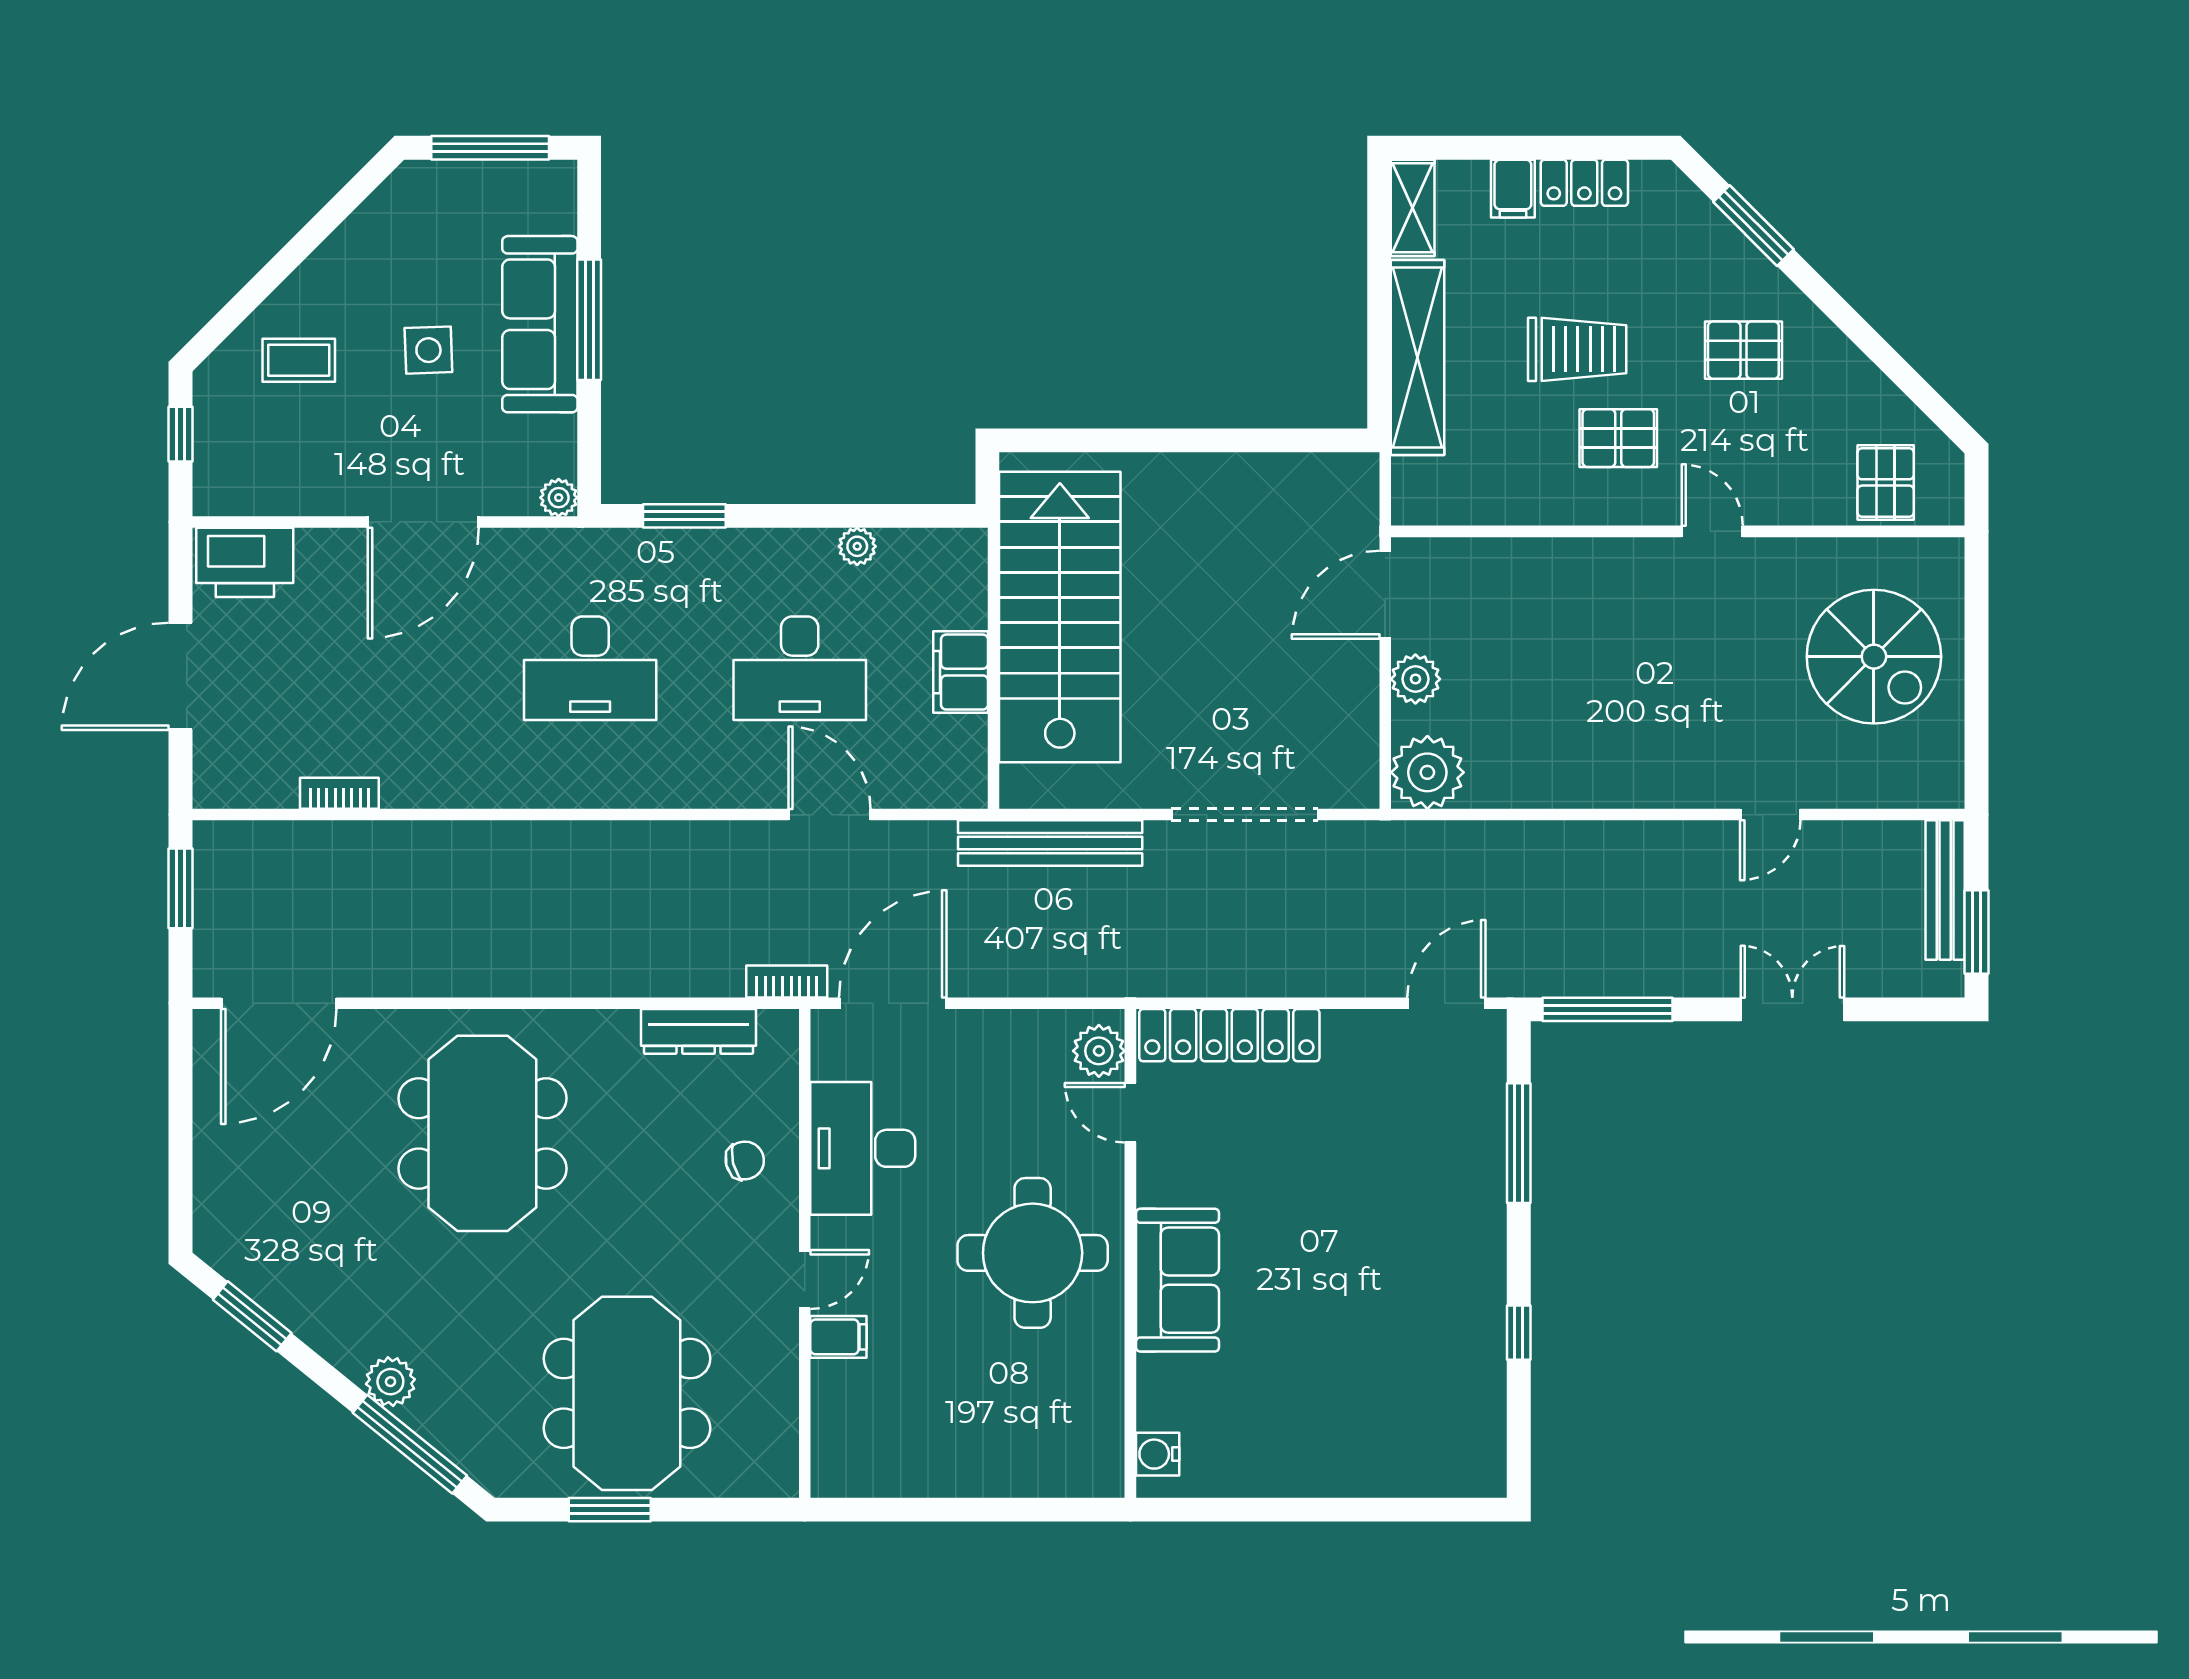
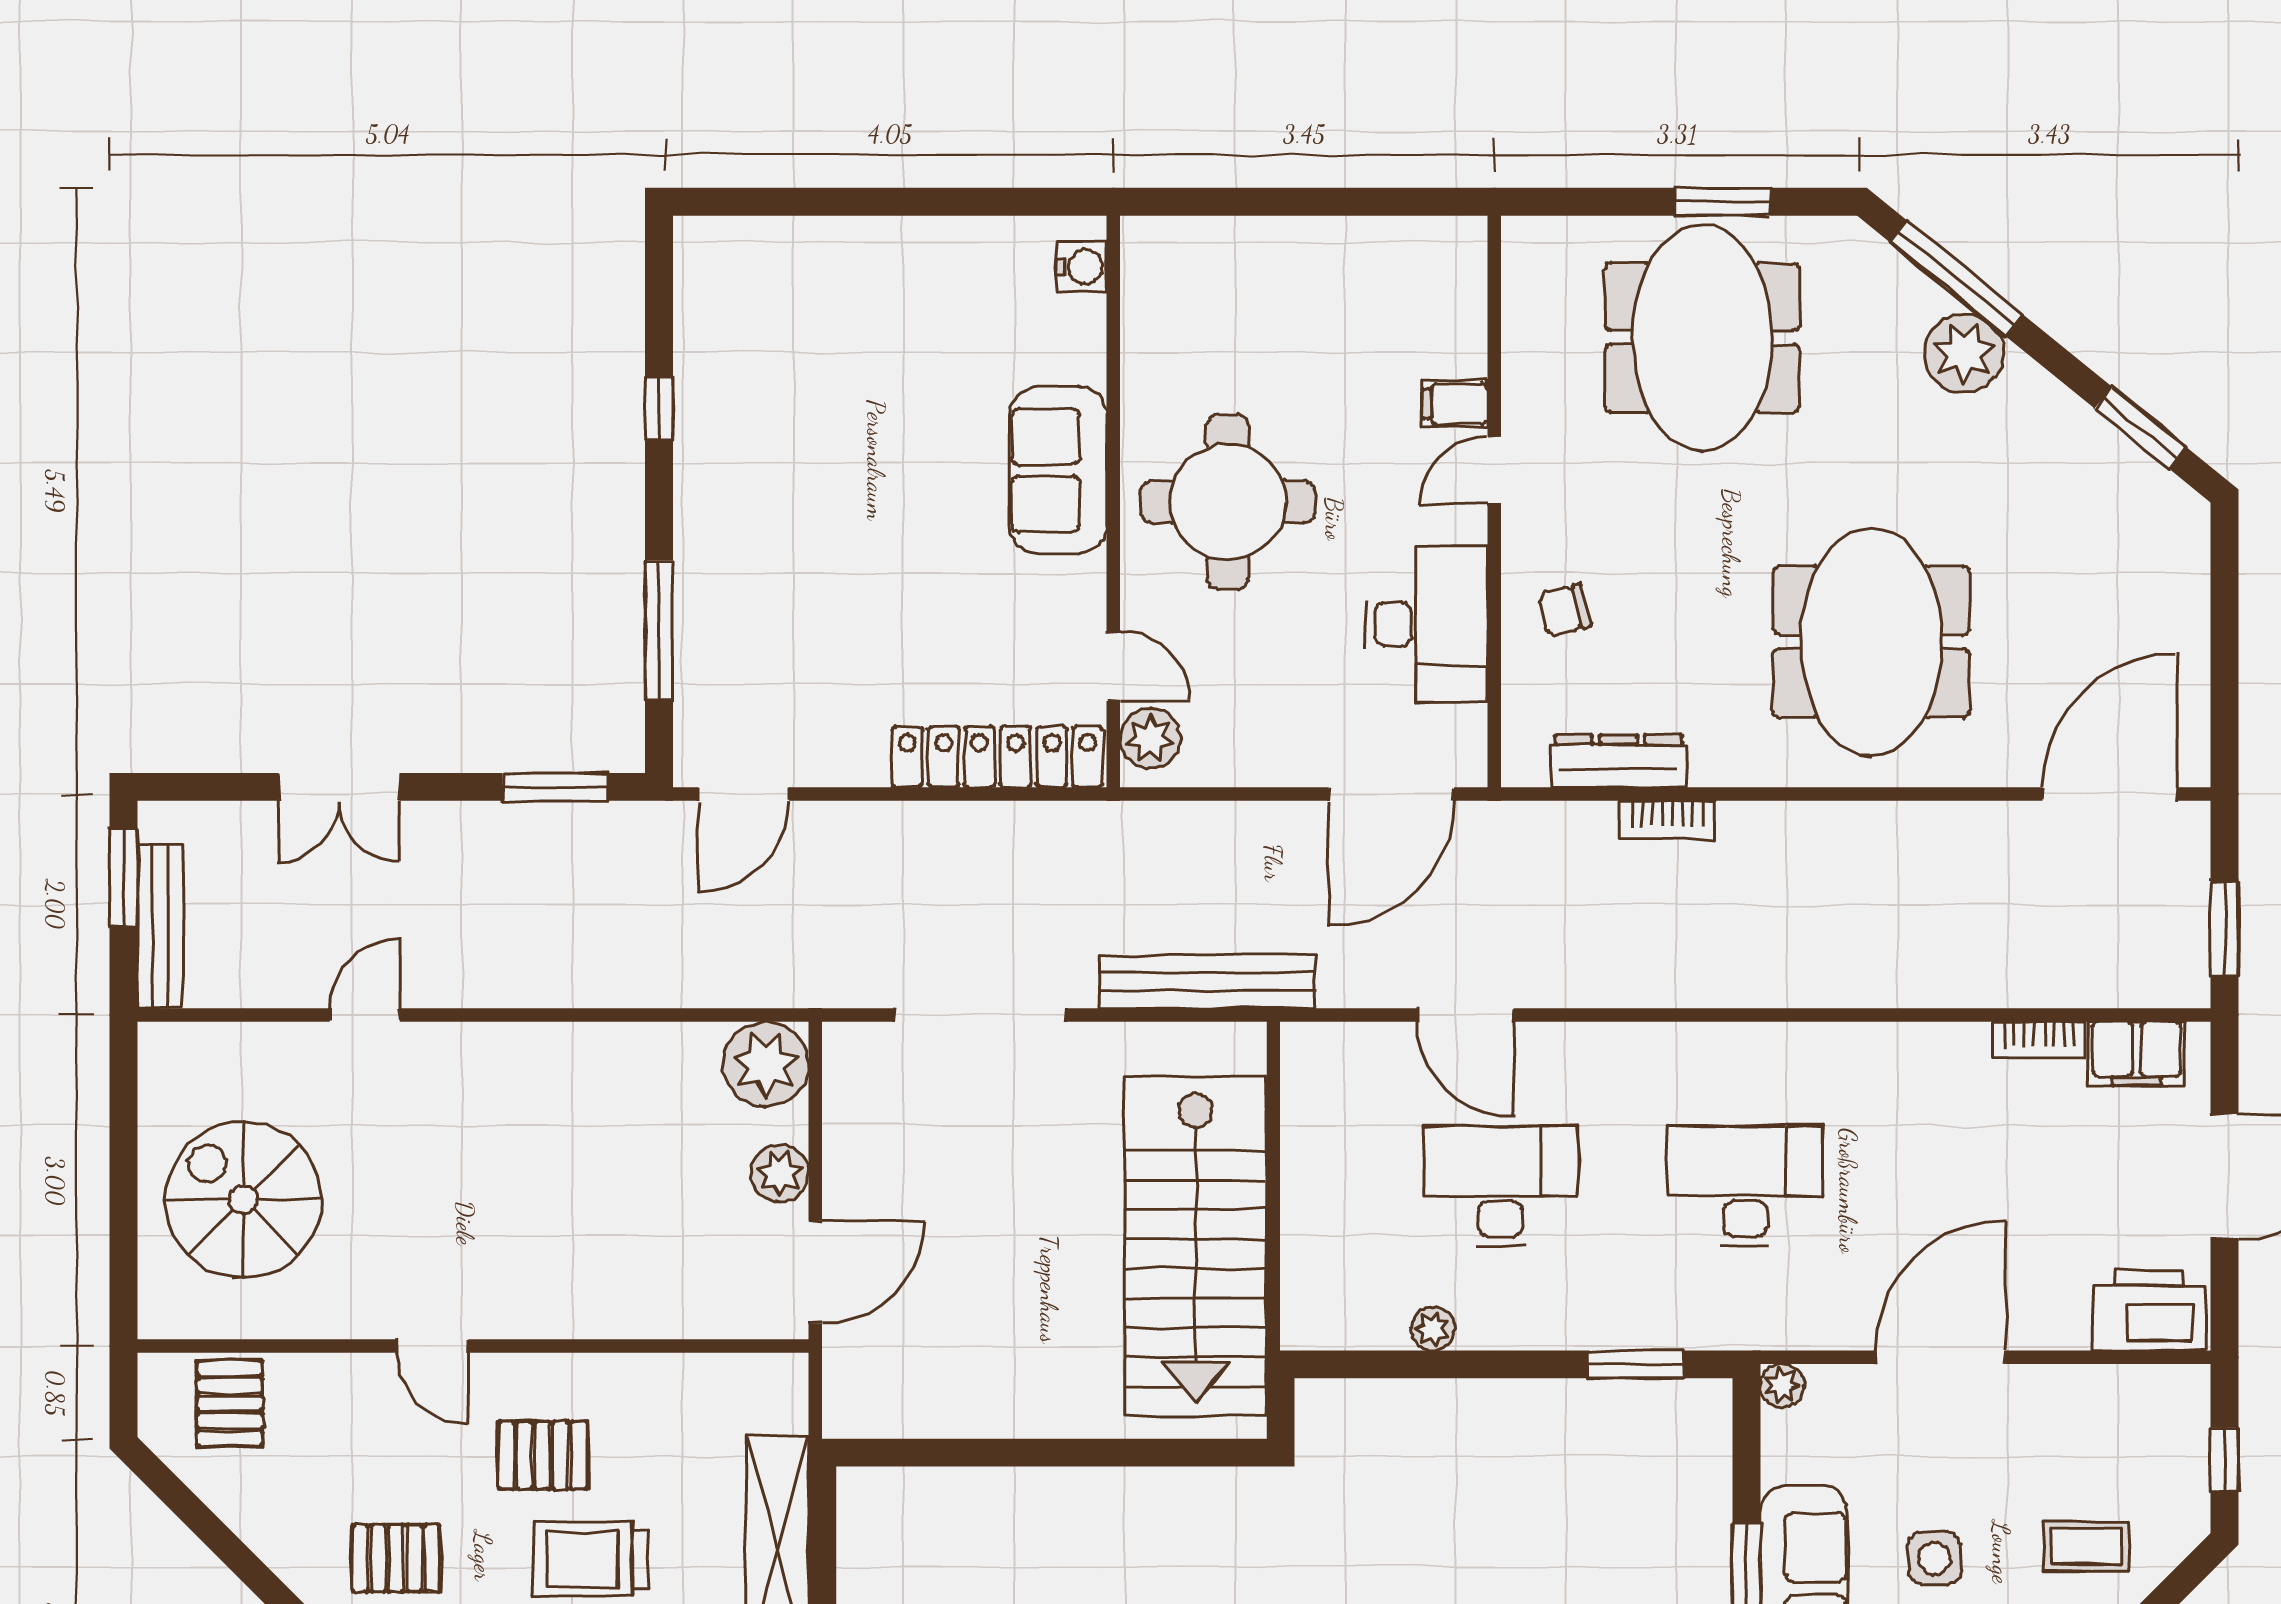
filing cabinet: (961, 672) -> (2137, 1053), moved, turned 90
bookcase: (787, 981) -> (1667, 820), moved
window: (1607, 1009) -> (555, 787), width x0.69
plant: (390, 1382) -> (1964, 353), width x1.36, depth x1.36

